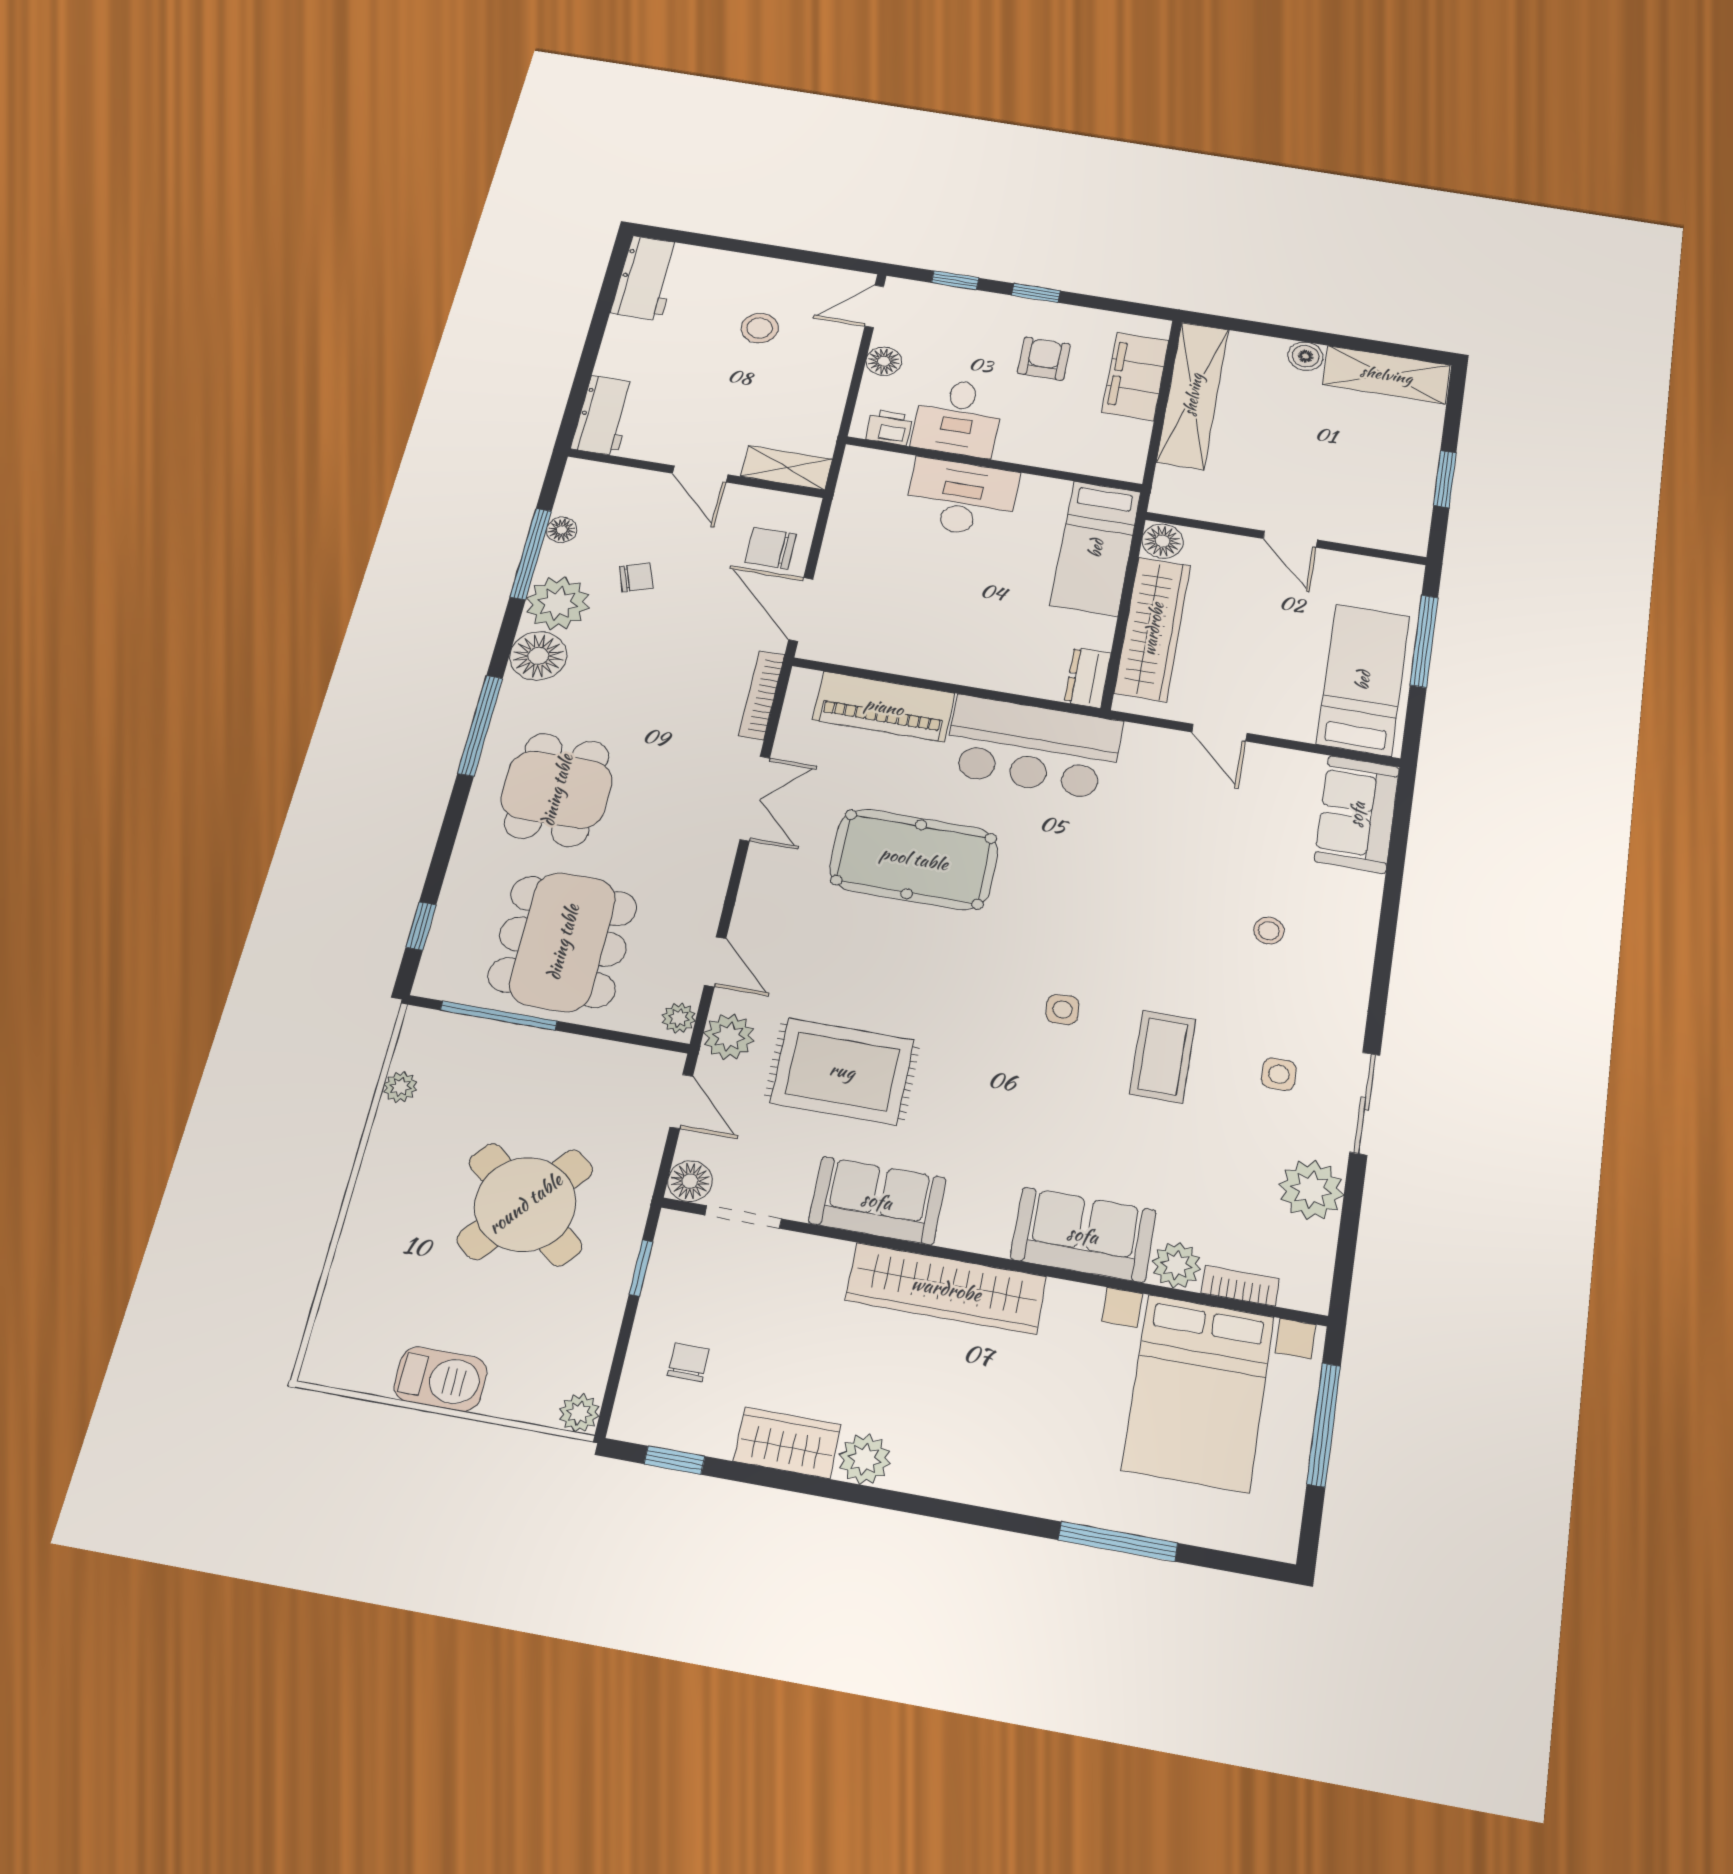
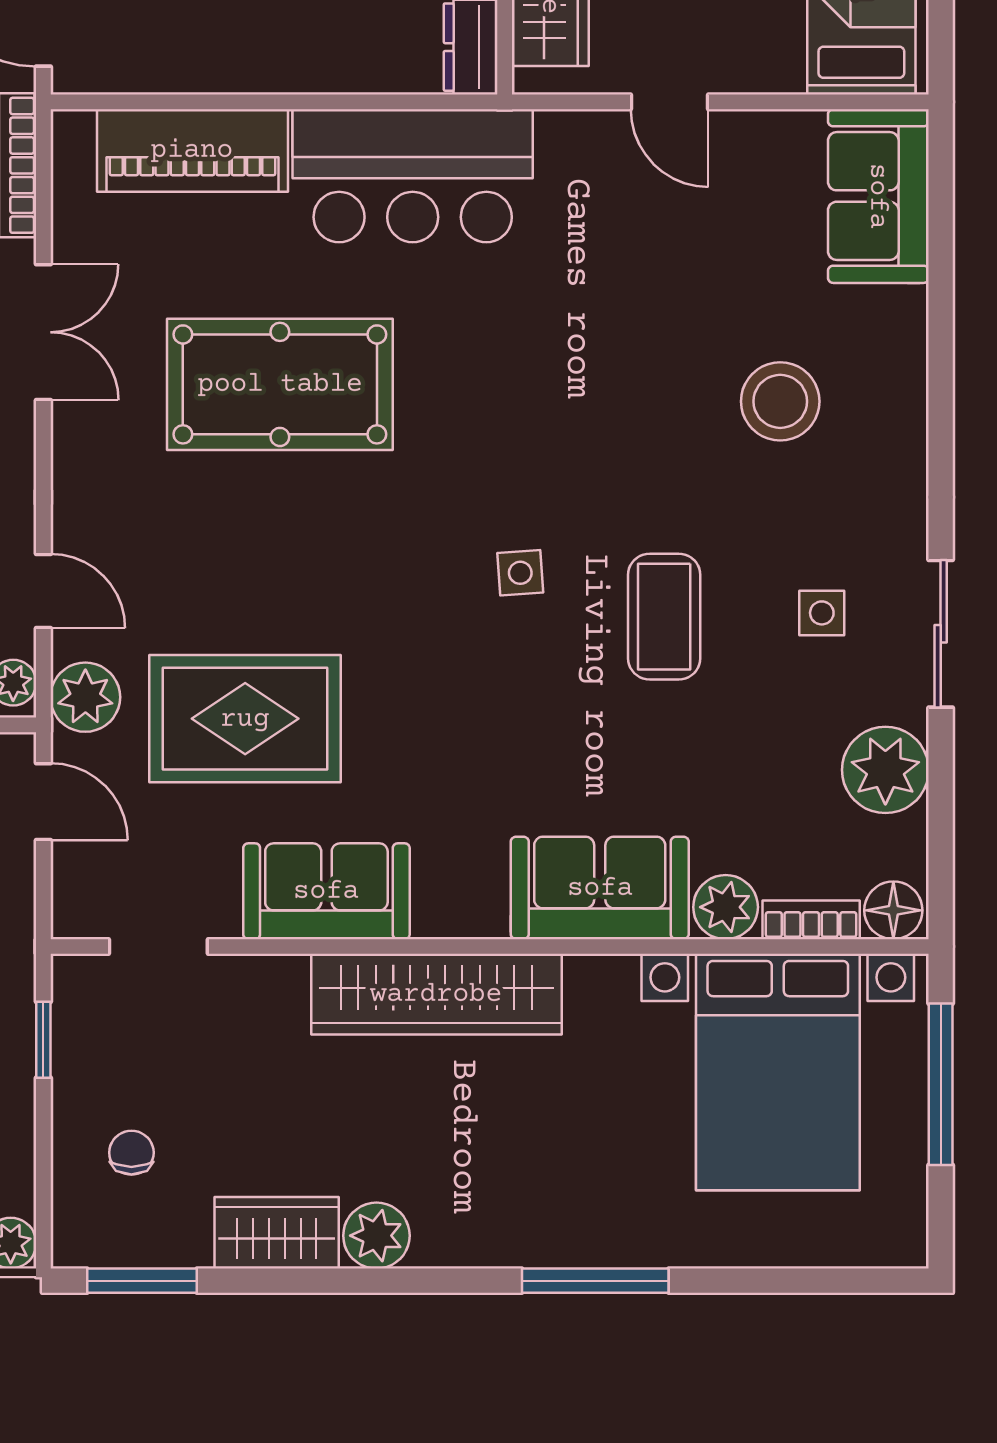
stool: (1269, 931) -> (780, 401), width x1.89, depth x1.89
floor lamp: (690, 1181) -> (893, 910), moved
window: (674, 1460) -> (142, 1281), width x1.50
window: (1118, 1542) -> (595, 1281), moved

